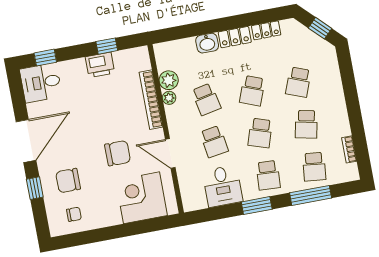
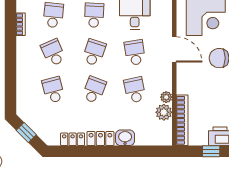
school desk: (298, 82) -> (53, 90), turned -36
bookcase: (151, 100) -> (182, 120), moved
school desk: (306, 124) -> (53, 53), turned -36

